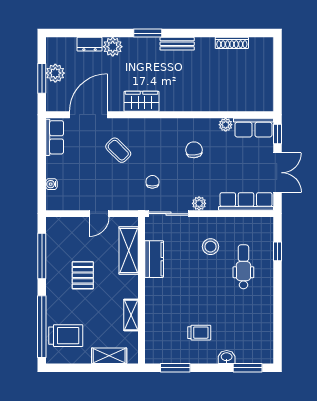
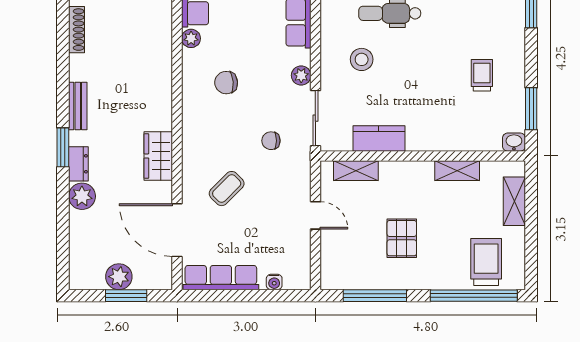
dresser: (90, 44) -> (78, 164), moved
row of seats: (55, 137) -> (221, 278), width x1.48
shelving: (129, 250) -> (356, 171), width x0.67, depth x0.75
pallet: (83, 275) -> (402, 238), turned 90
washbasin: (227, 357) -> (514, 142), moved, turned 90

